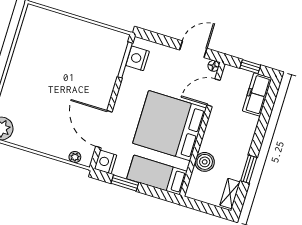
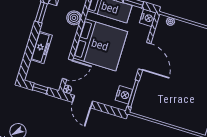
door: (193, 49) -> (82, 102), hinge flipped
freezer: (257, 94) -> (41, 47), moved
door: (104, 129) -> (145, 56), moved

